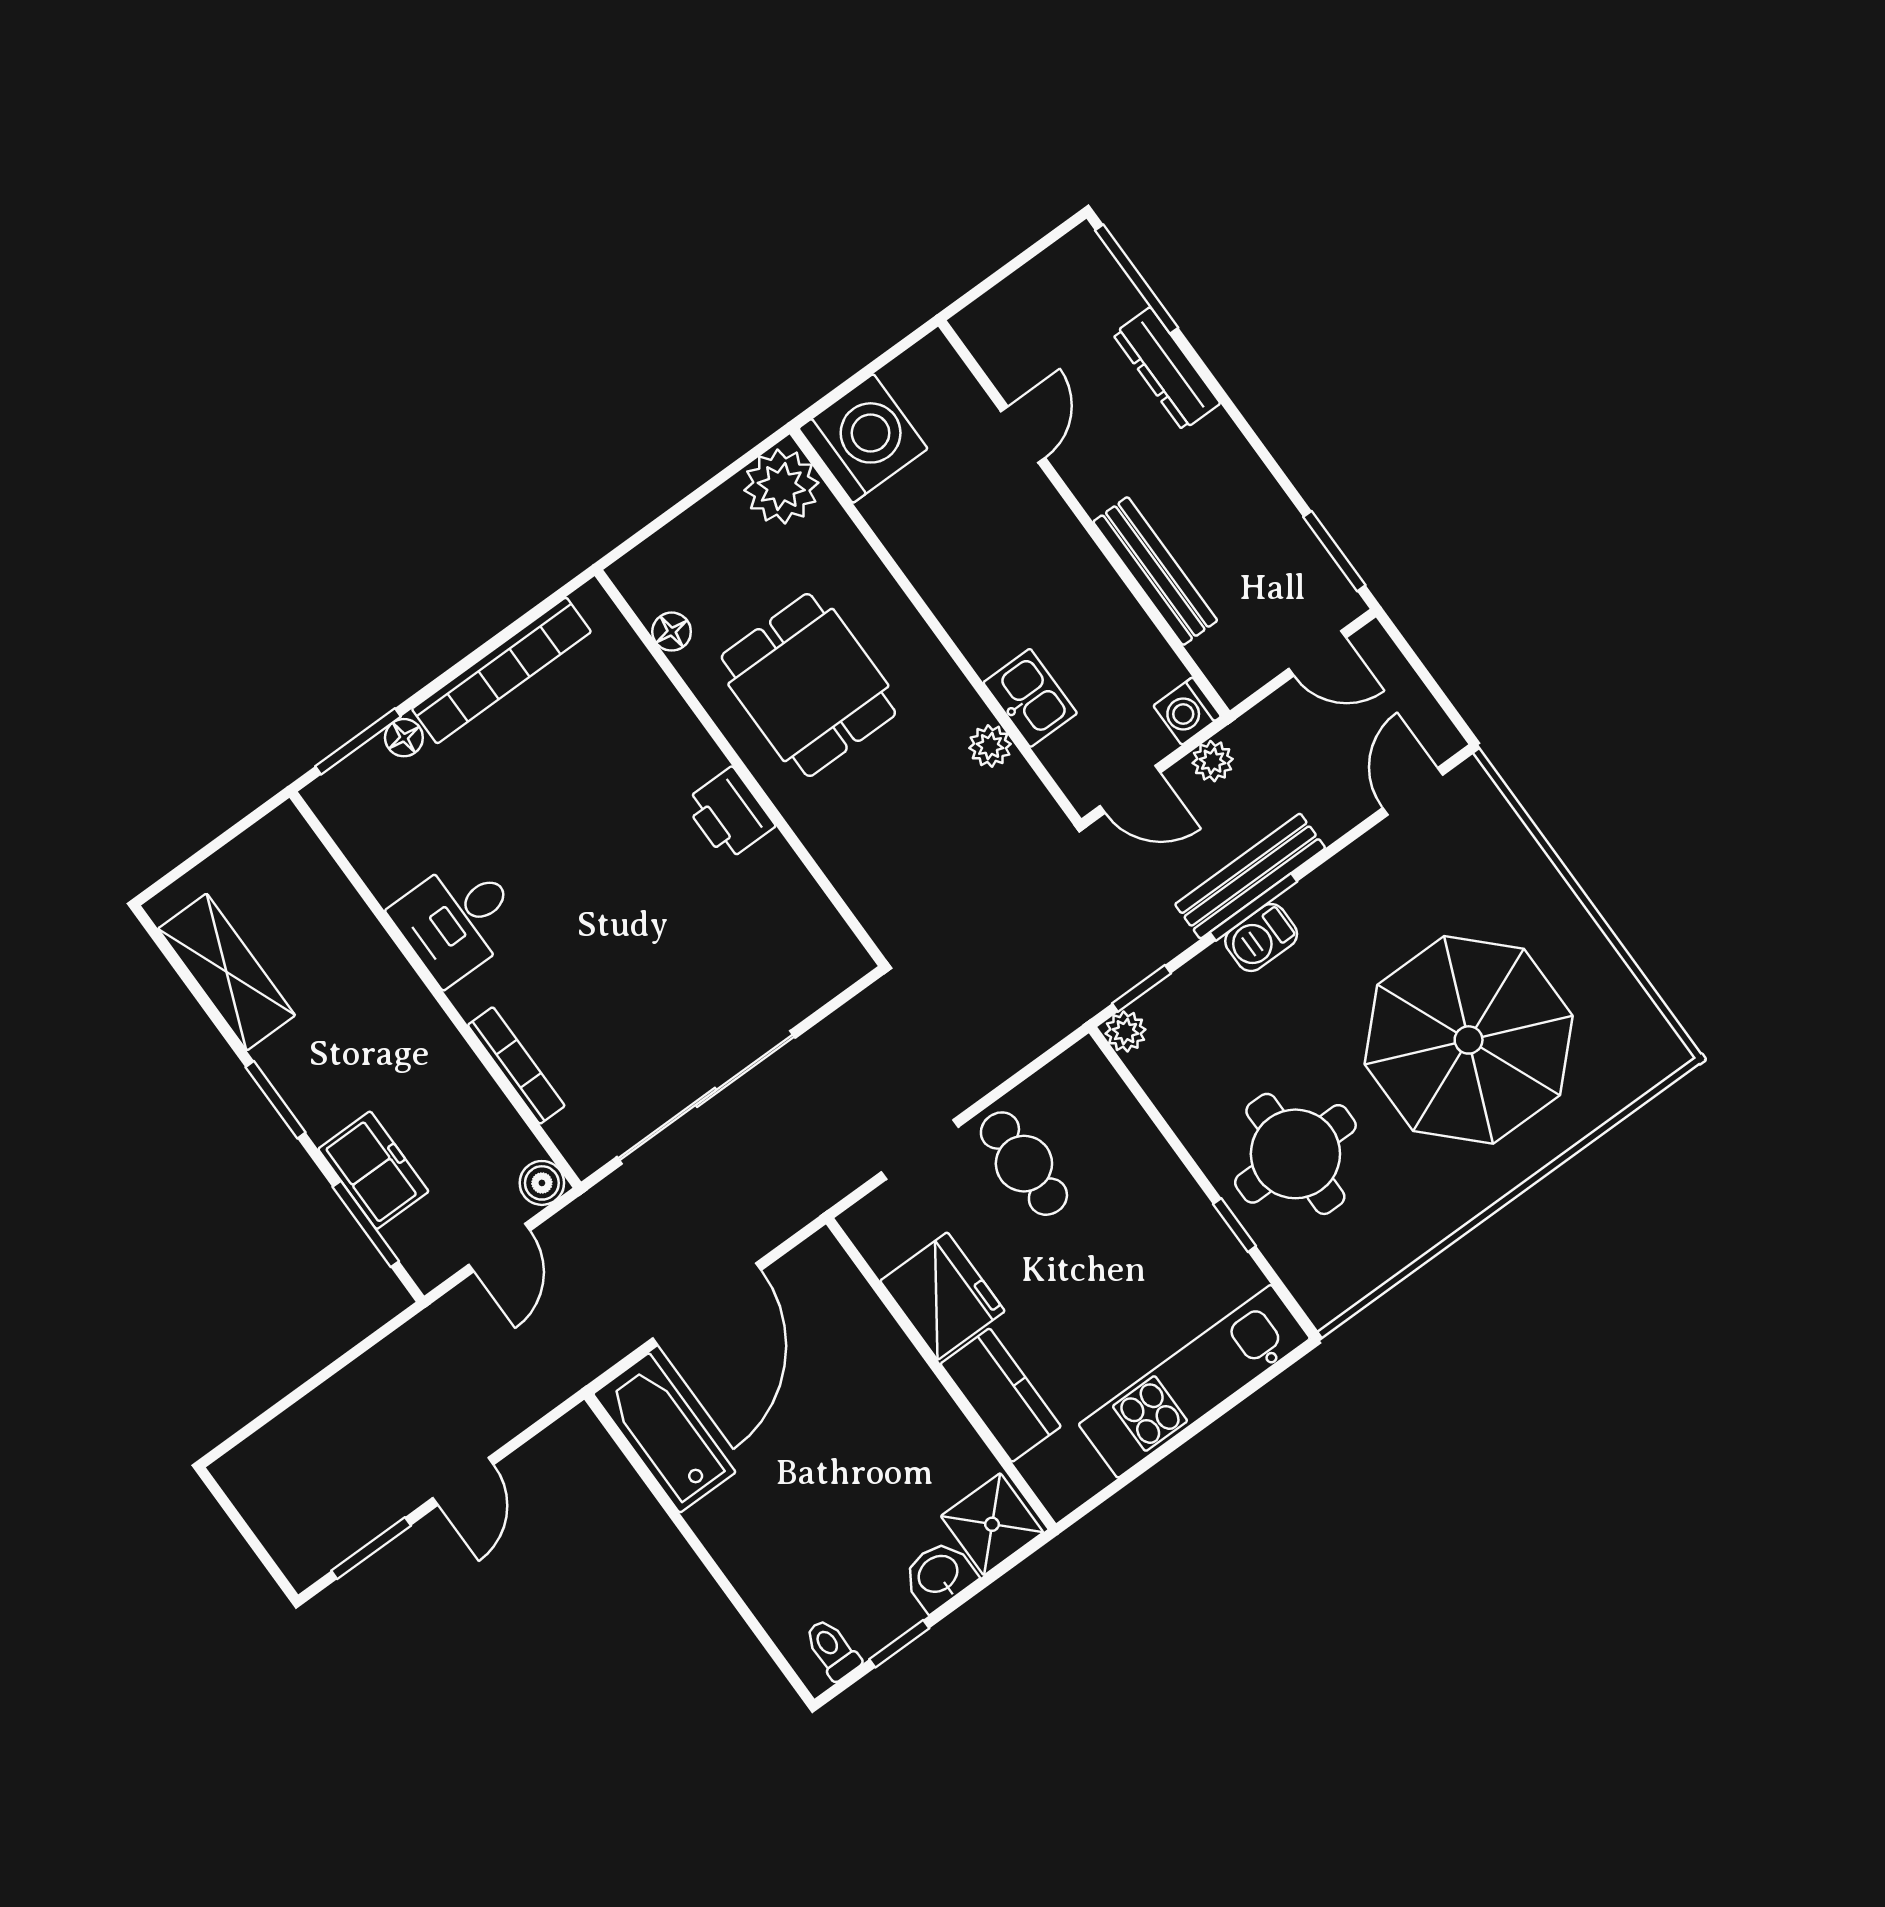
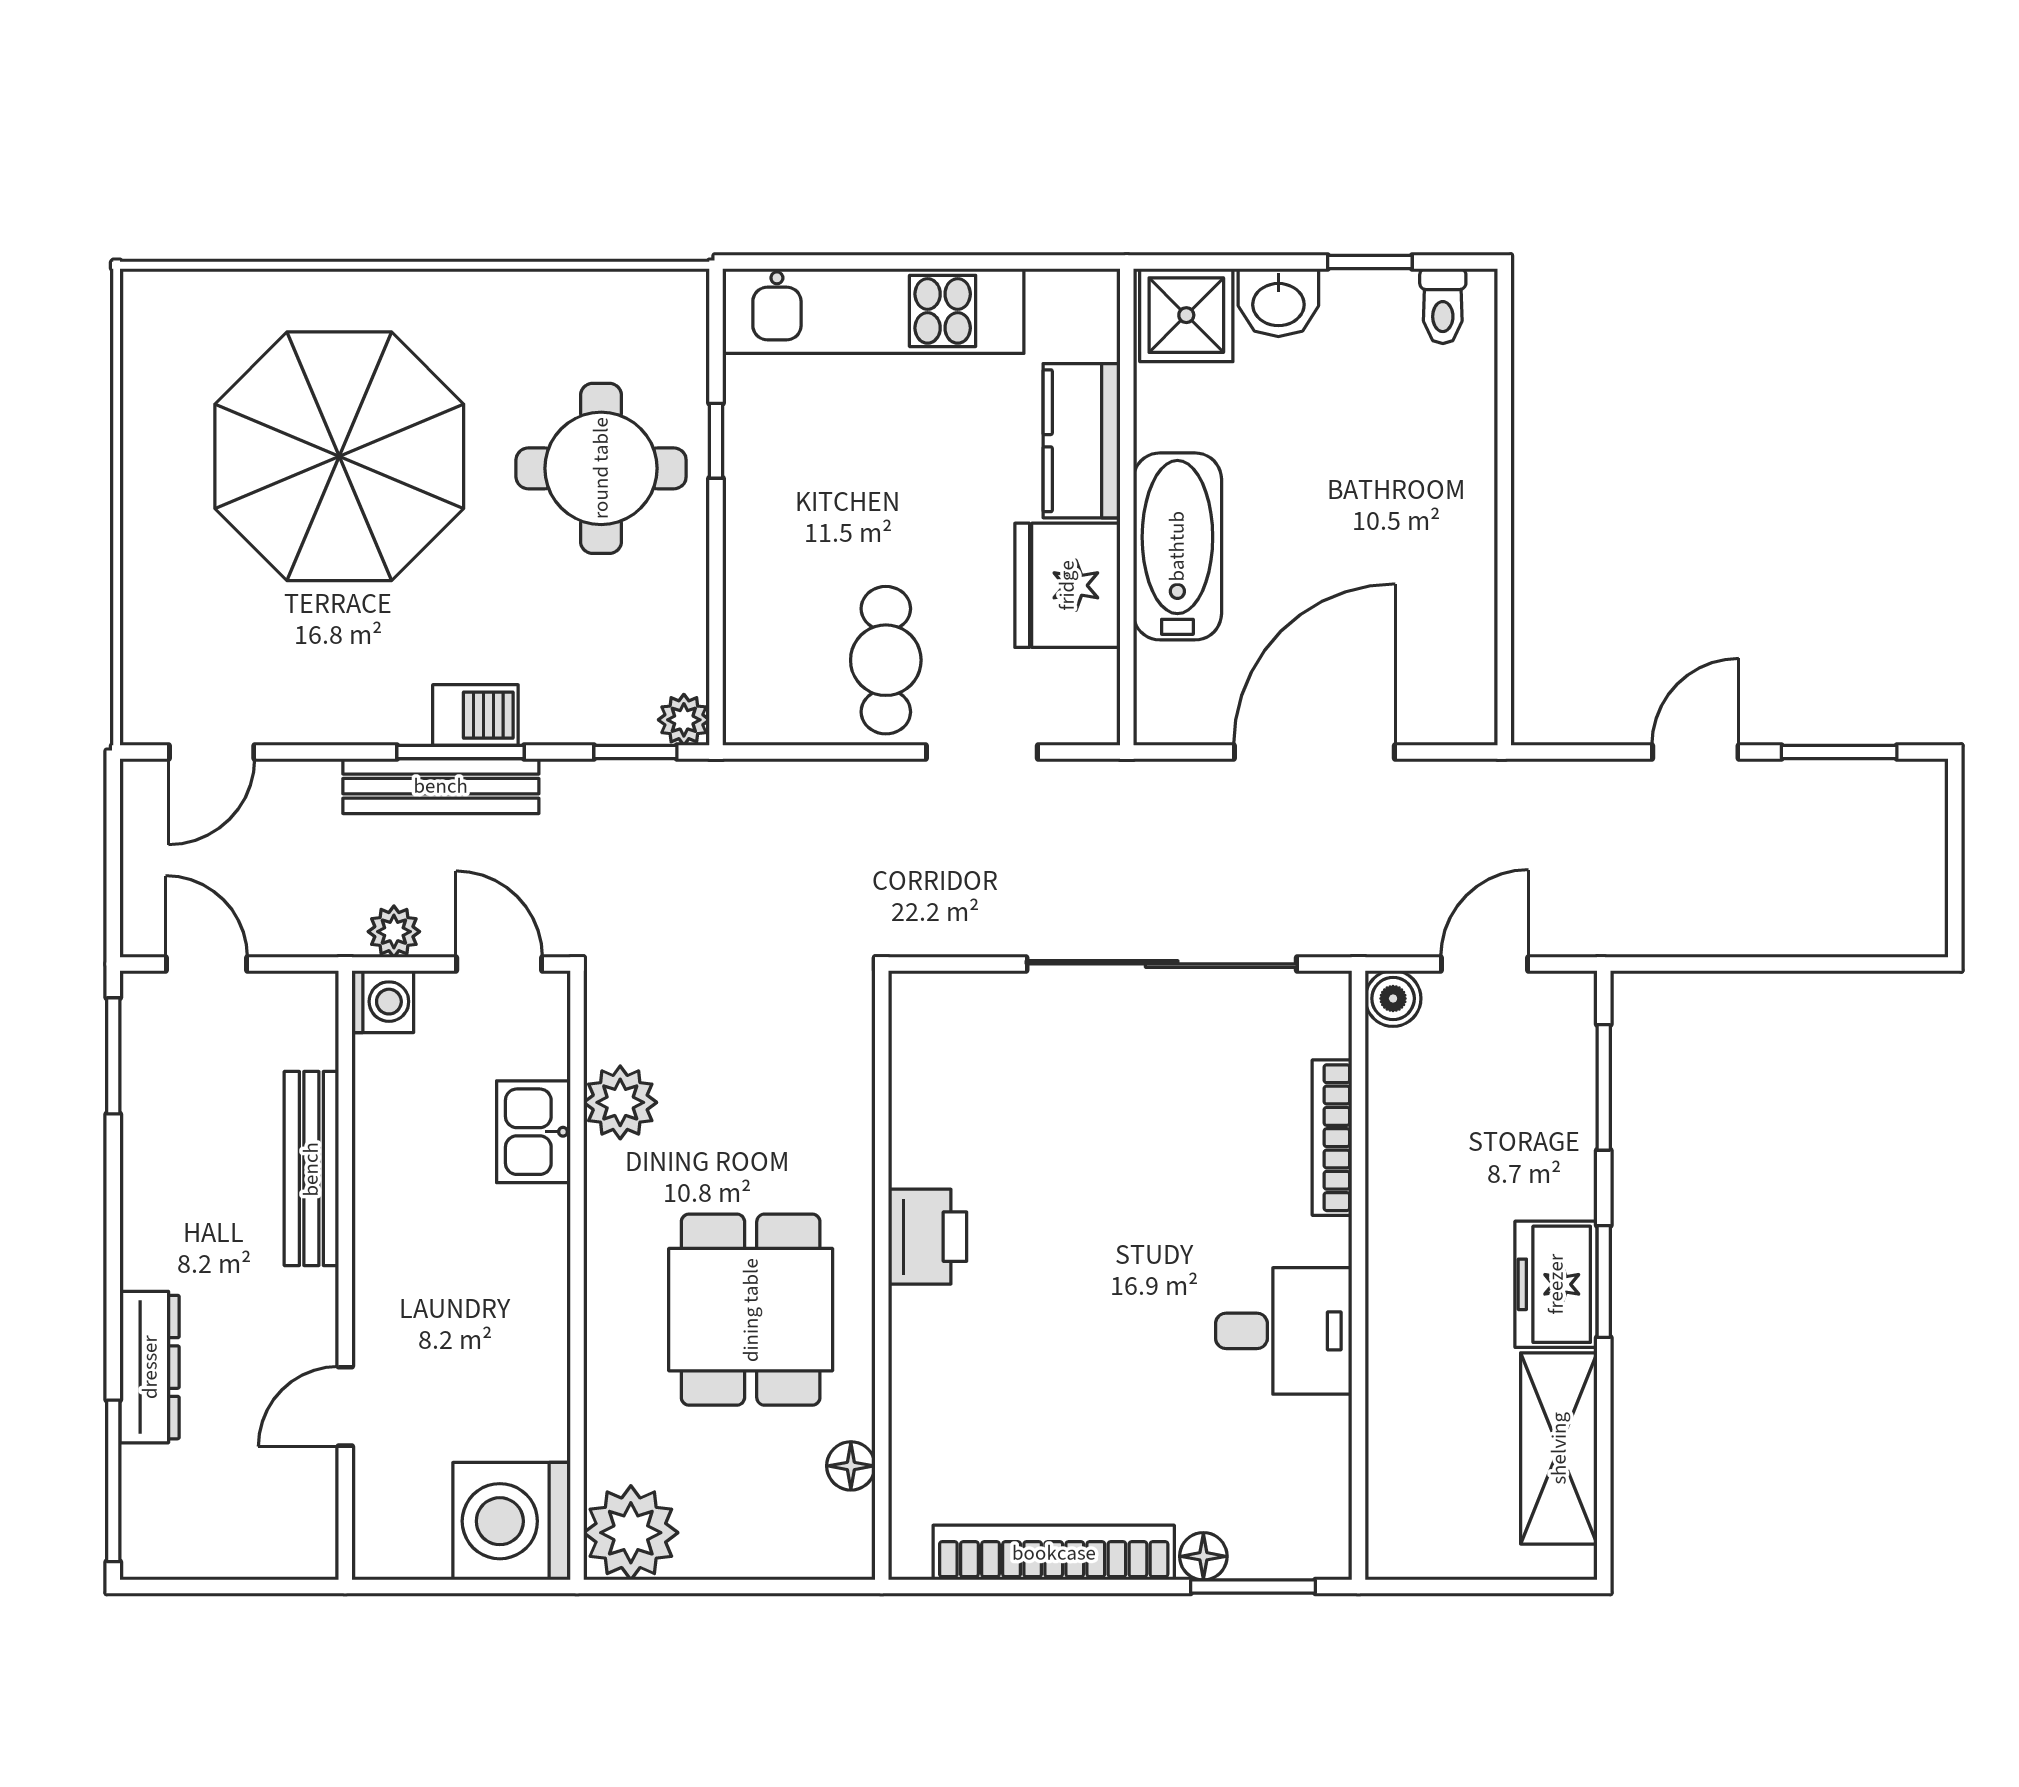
plant: (990, 746) -> (620, 1102), width x1.38, depth x1.38
freezer: (373, 1170) -> (1556, 1284), moved
bathtub: (664, 1433) -> (1177, 546), moved, turned 180

